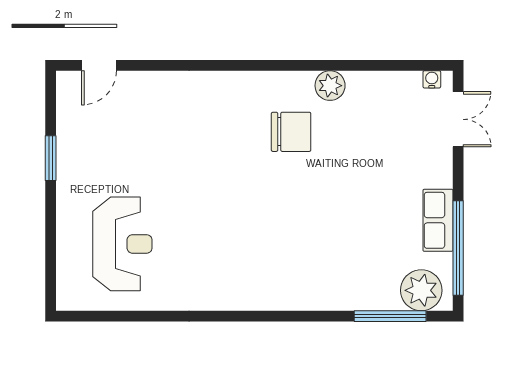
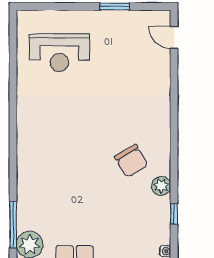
window: (374, 65) -> (174, 214), added
chair: (291, 132) -> (131, 161), turned -31

